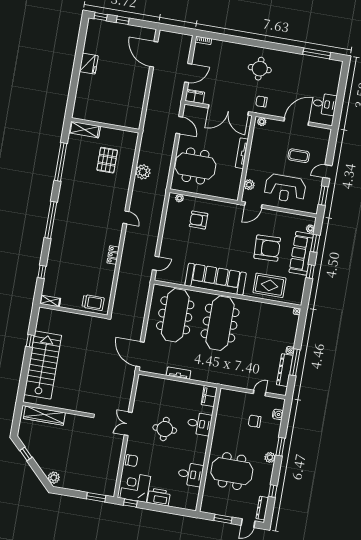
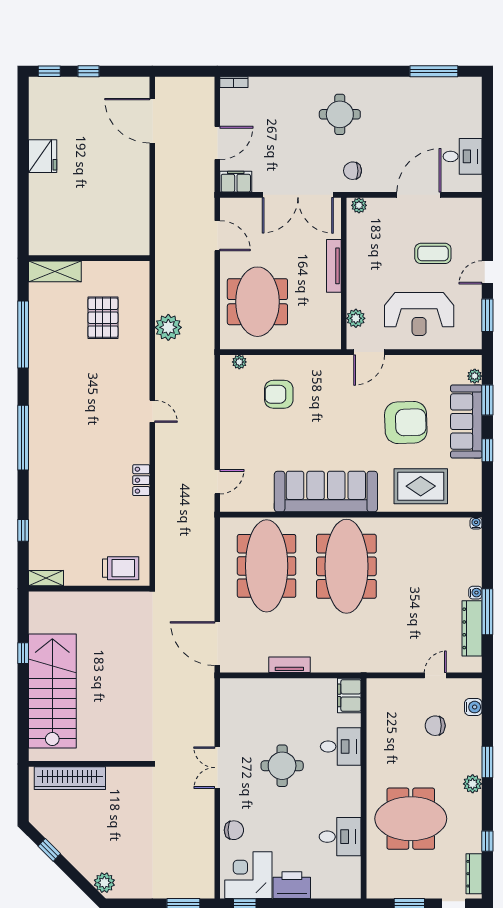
meeting table: (195, 166) -> (257, 302), turned 90

